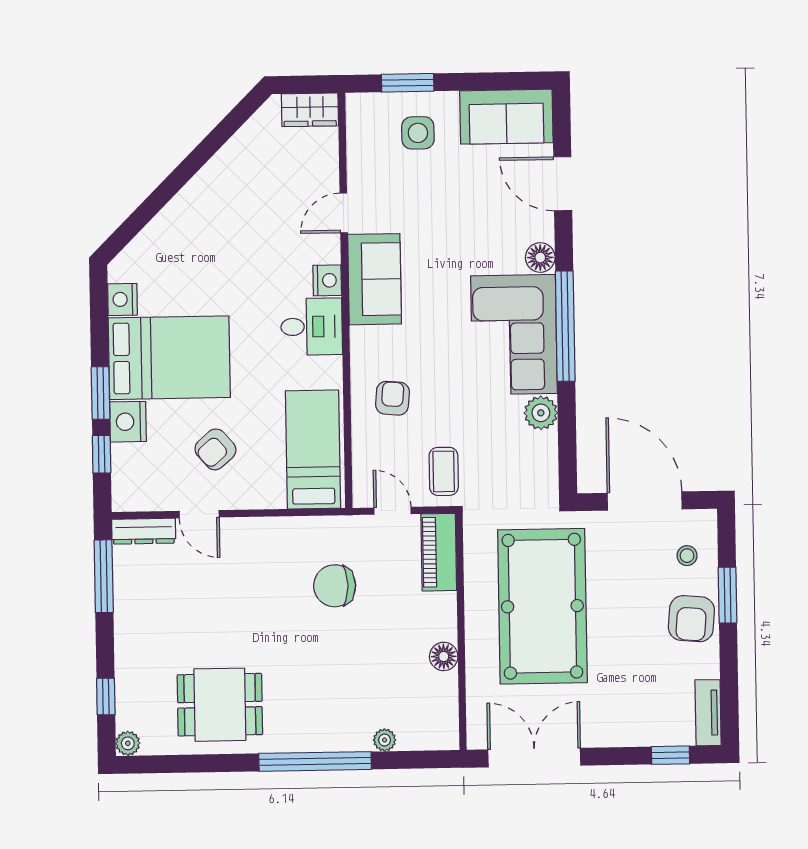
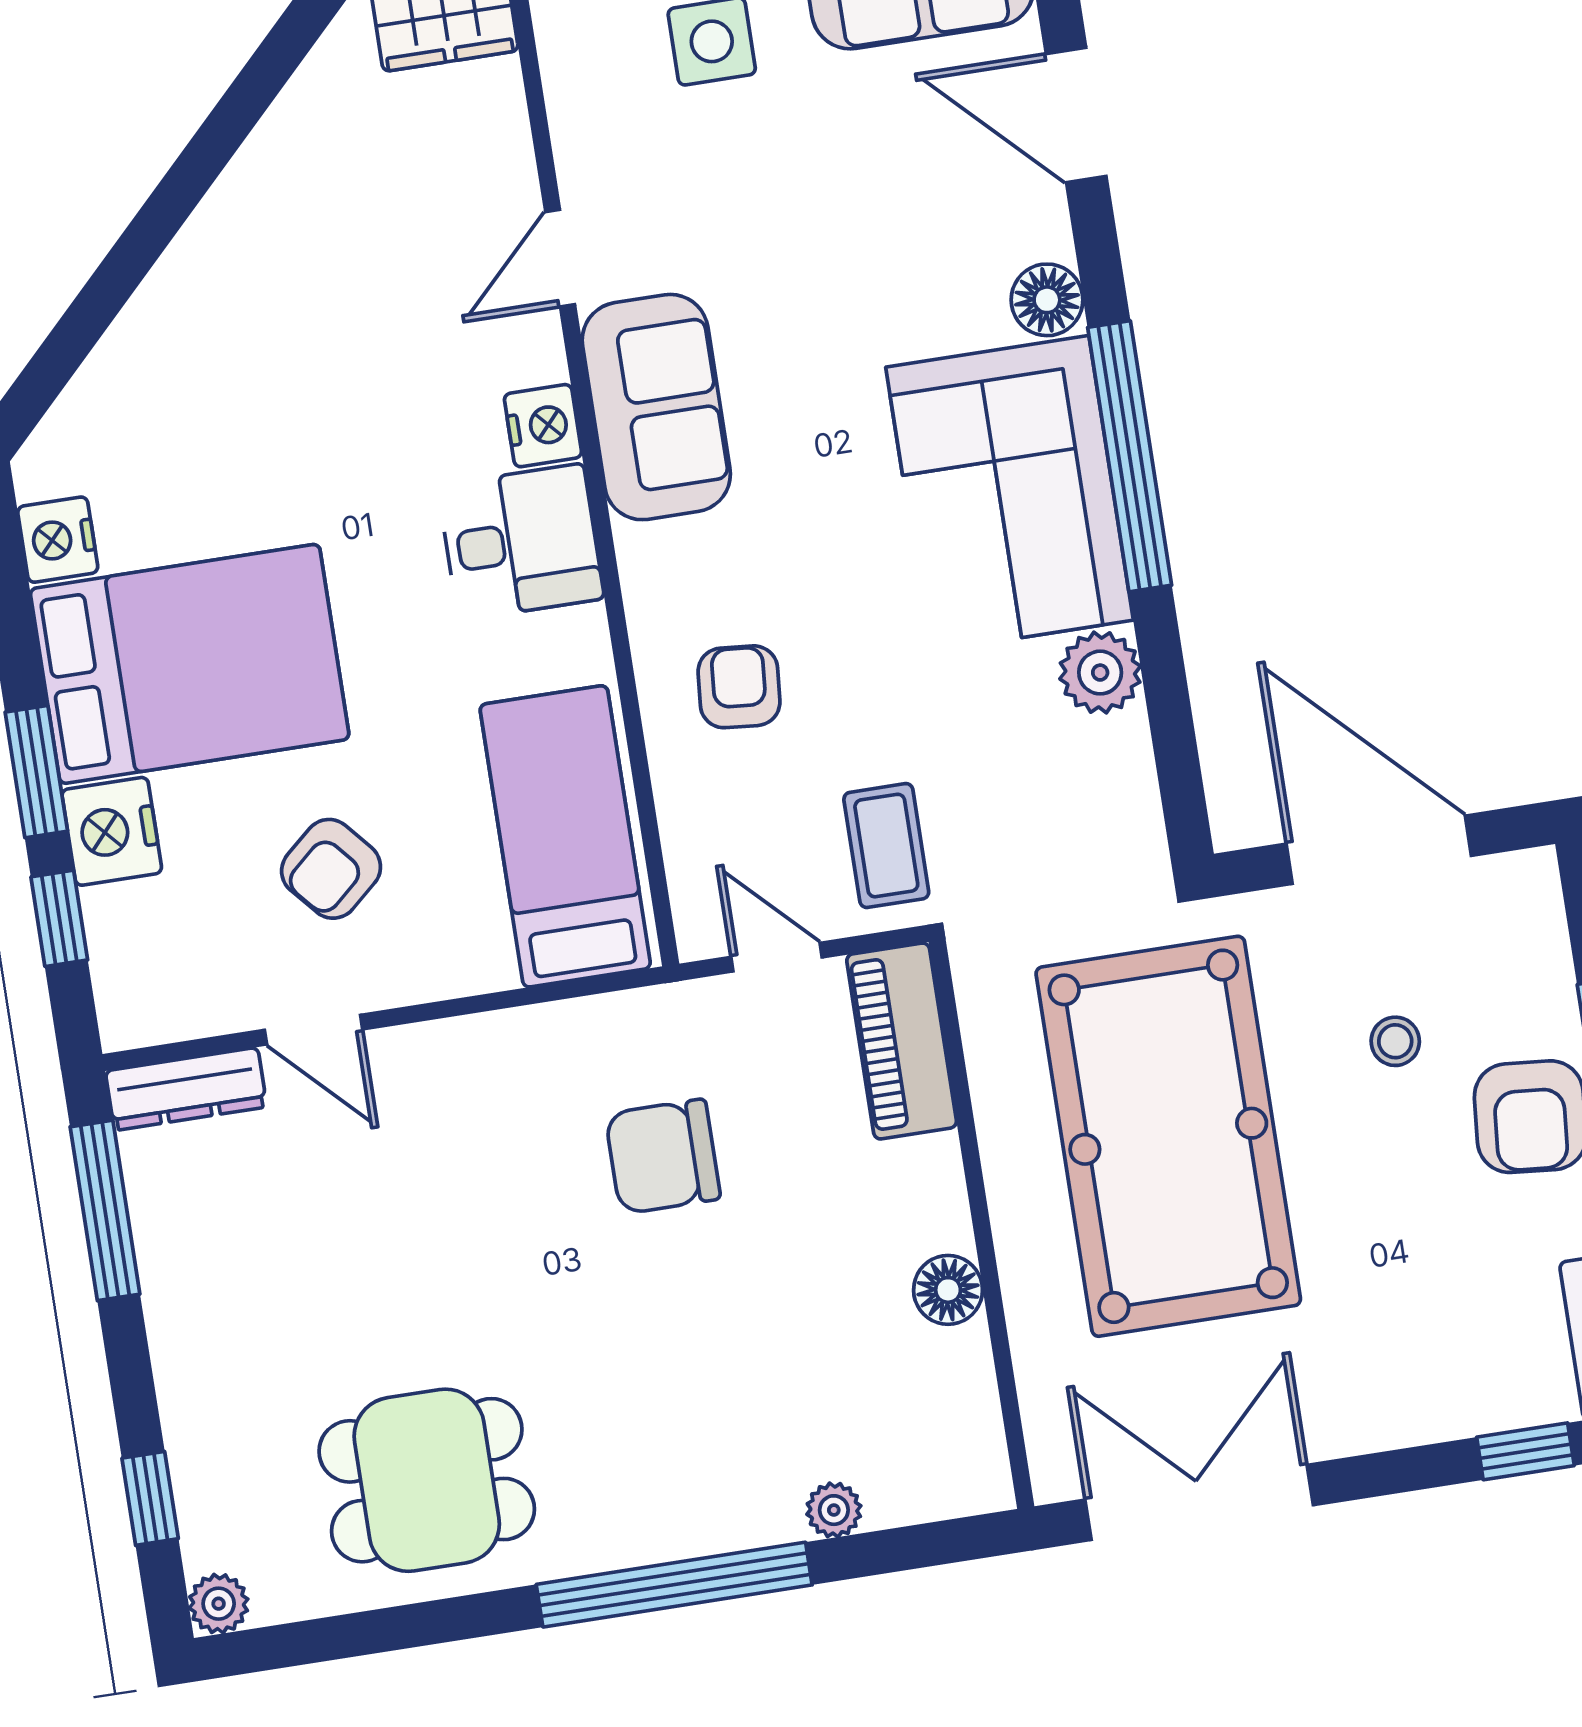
stool: (687, 556) -> (1395, 1041), moved

